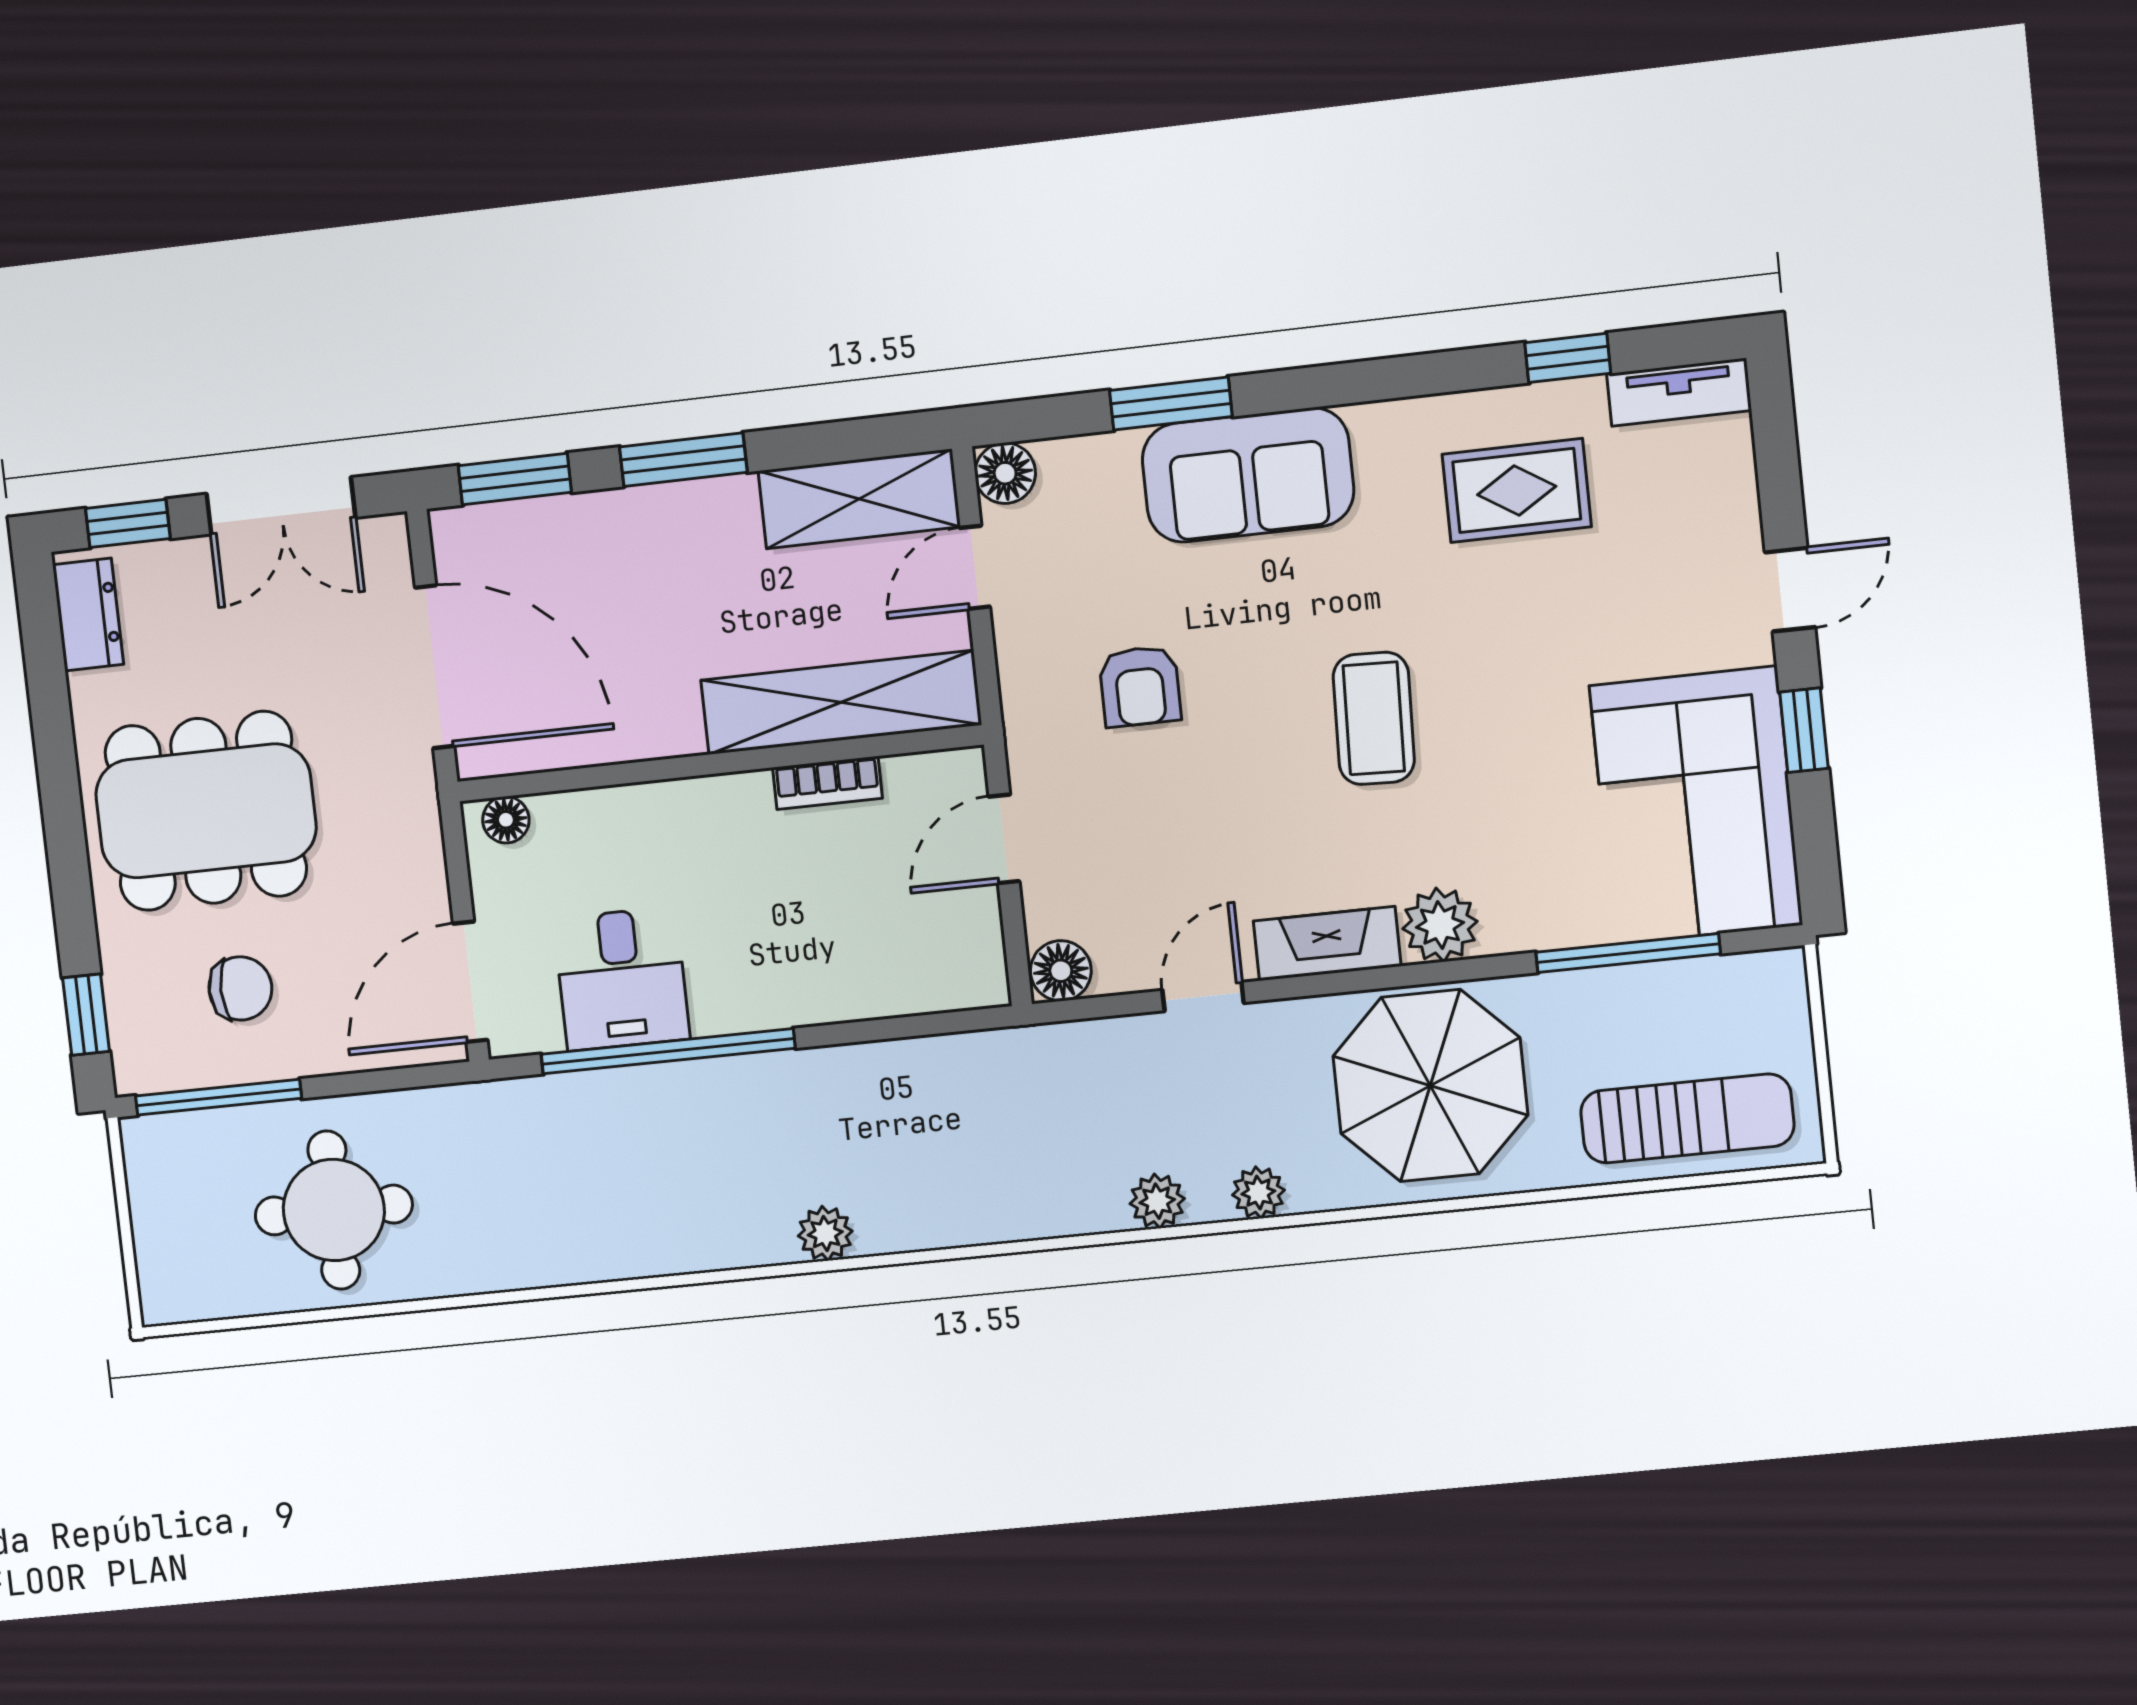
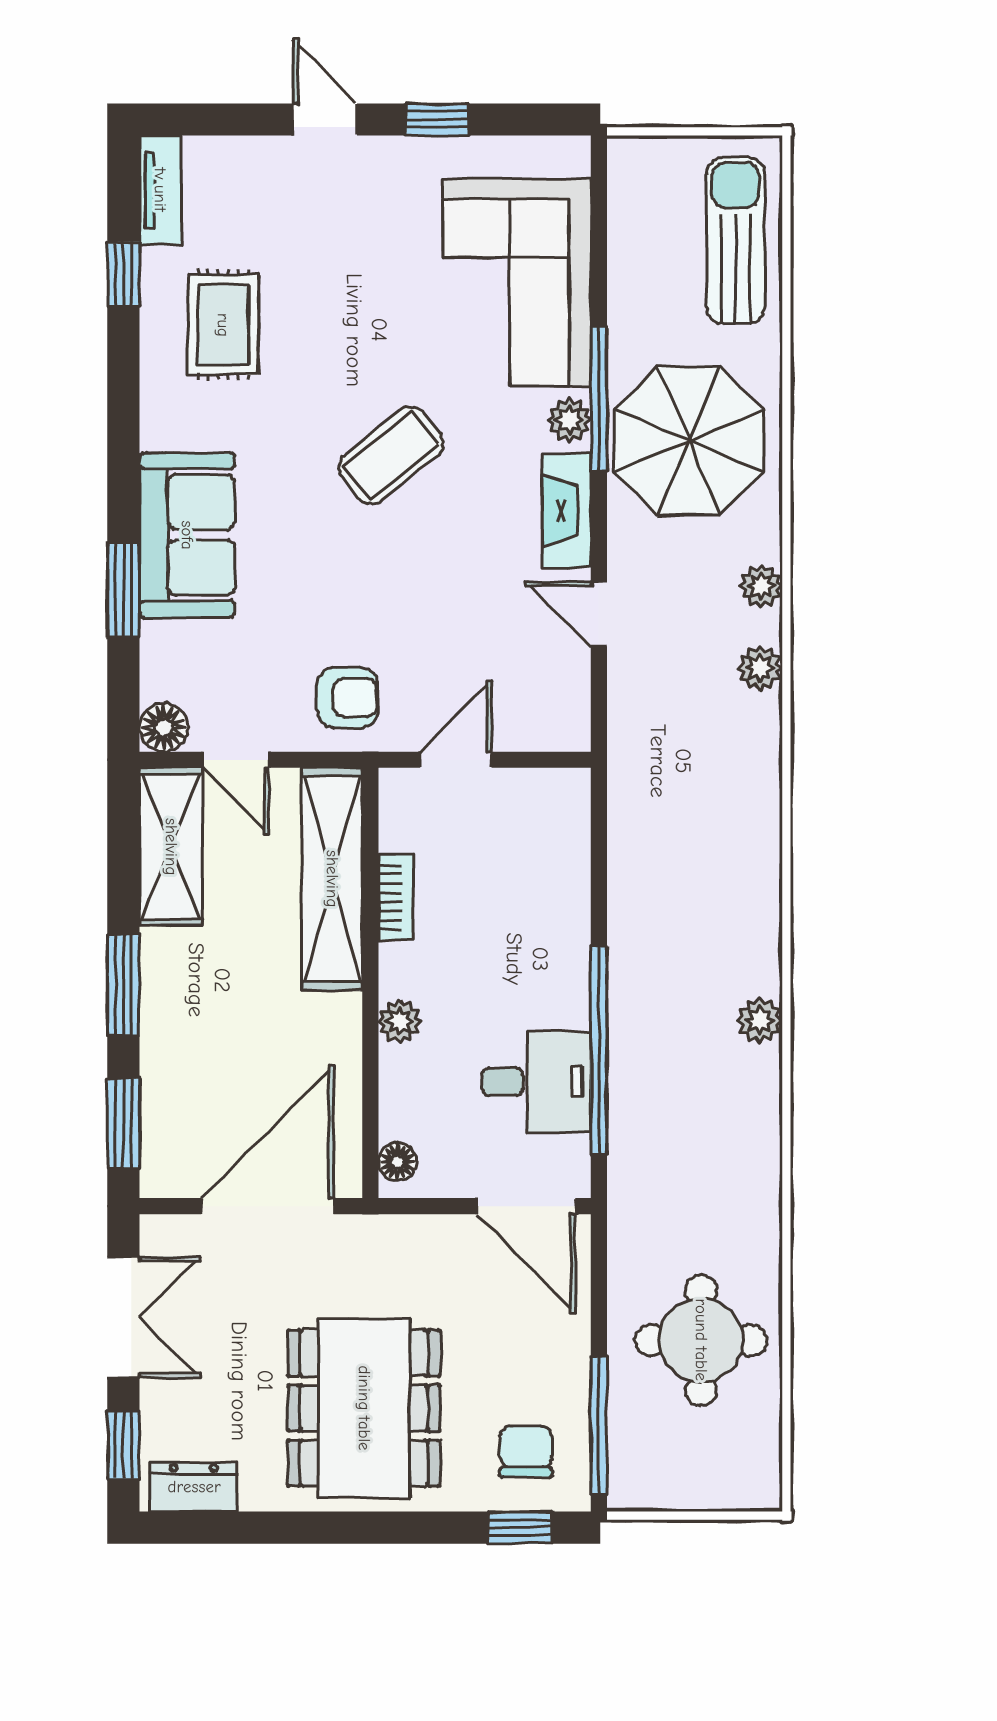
armchair: (1140, 686) -> (348, 697), moved
coffee table: (1374, 718) -> (391, 455), turned -41
plant: (676, 804) -> (400, 1021), added
corner sofa: (1696, 805) -> (517, 282), moved, turned 90
door: (1004, 839) -> (456, 760), swing flipped
plant: (1440, 925) -> (569, 420), width x0.73, depth x0.73
window: (1628, 953) -> (599, 399), moved
floor lamp: (1061, 971) -> (567, 726), removed
chair: (240, 988) -> (526, 1452), moved
plant: (825, 1233) -> (760, 1020), moved

